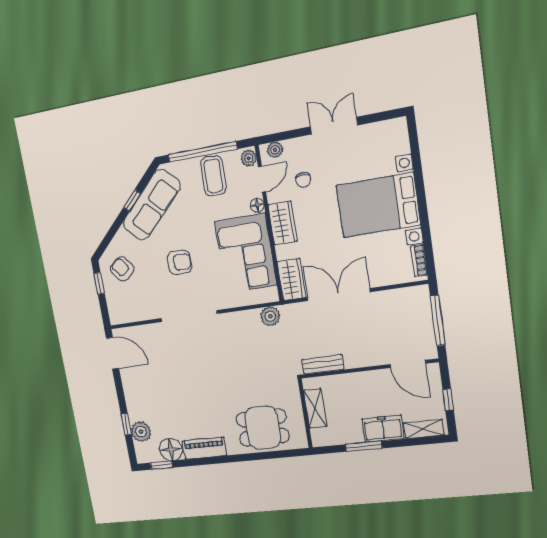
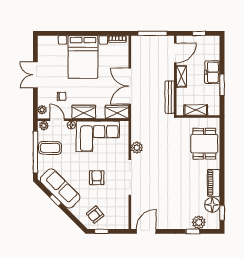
plant: (270, 316) -> (137, 148), moved
bench: (323, 364) -> (170, 97), width x1.36
shelving: (424, 429) -> (181, 76), moved

